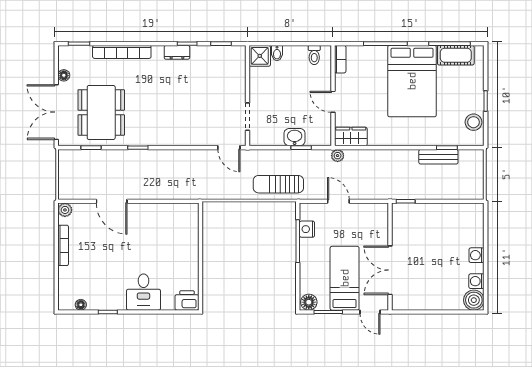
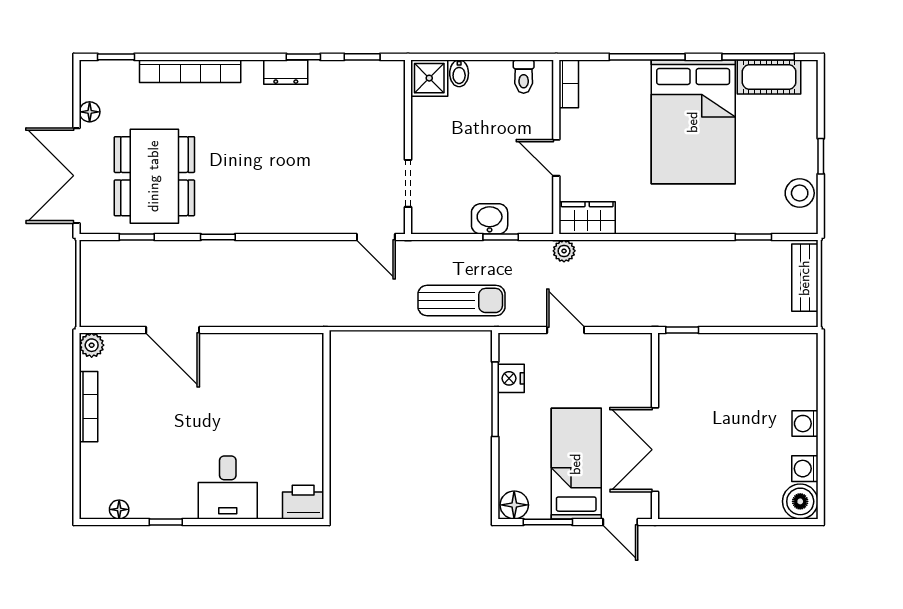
bench: (438, 157) -> (805, 278), moved, turned 90
sun lounger: (278, 184) -> (461, 300), turned 180

